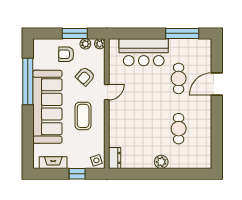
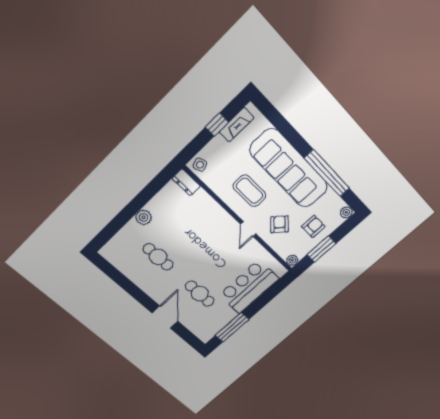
plant: (85, 44) -> (346, 212), moved
window: (77, 174) -> (217, 125), moved

